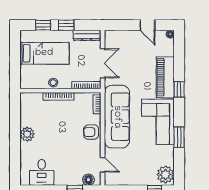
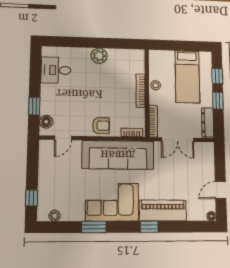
armchair: (91, 132) -> (101, 126), turned 90
plant: (165, 175) -> (55, 216), width x0.53, depth x0.53

